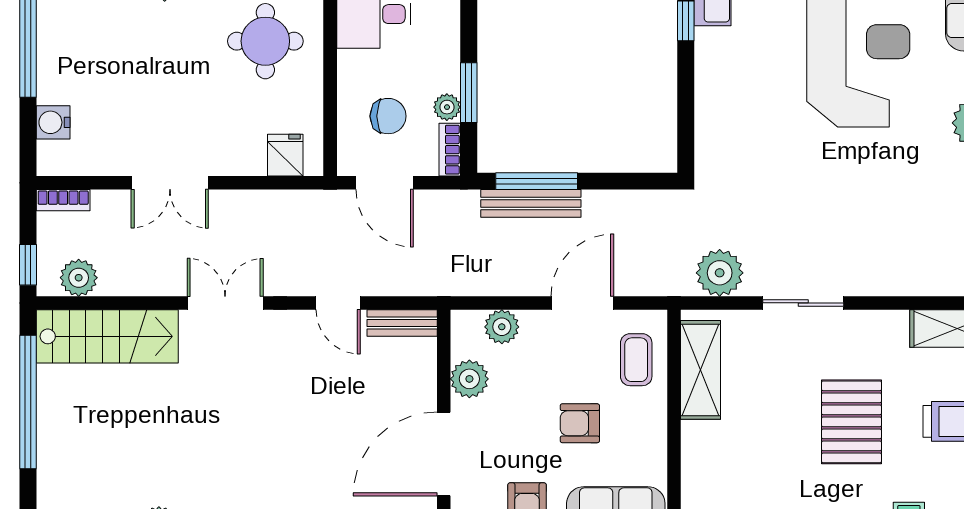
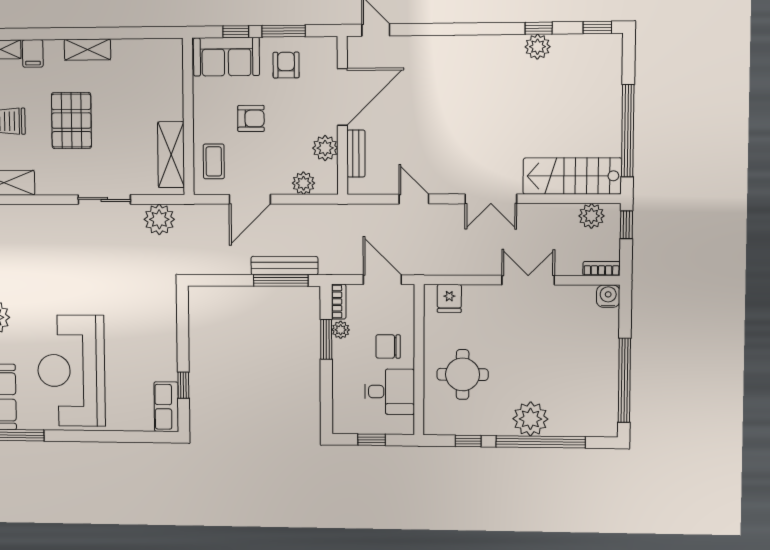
chair: (388, 116) -> (388, 346), moved
water cooler: (53, 122) -> (608, 296), moved, turned -90
bench: (402, 323) -> (356, 154), moved, turned 90

